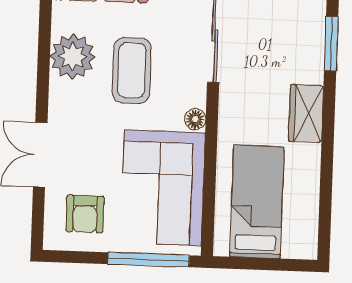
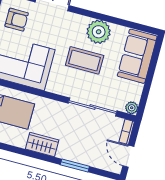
floor lamp: (195, 119) -> (52, 87), removed
armchair: (85, 214) -> (17, 20), turned 180

